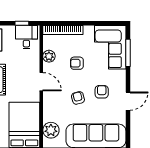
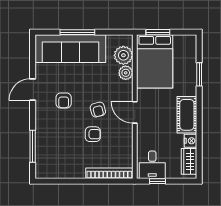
corner sofa: (110, 47) -> (54, 153), removed
plant: (49, 56) -> (126, 73), moved
armchair: (78, 98) -> (98, 110), moved

